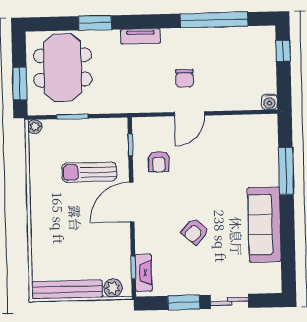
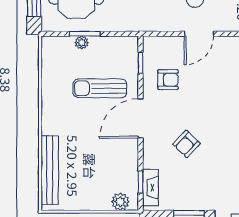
plant: (35, 127) -> (82, 43), moved
armchair: (159, 162) -> (168, 80), turned -90
armchair: (195, 232) -> (187, 144), moved
bench: (67, 289) -> (50, 170), moved, turned 90

